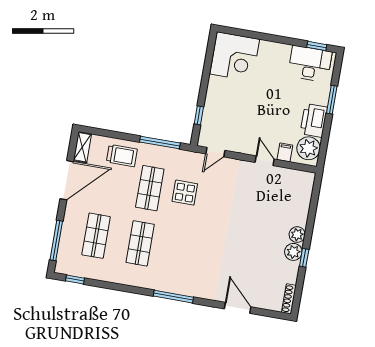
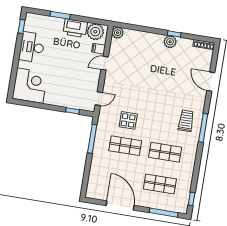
desk: (310, 64) -> (32, 47), moved
shelving: (82, 147) -> (96, 194), removed
door: (215, 152) -> (99, 99), hinge flipped
trolley: (122, 156) -> (186, 121), moved
plant: (297, 235) -> (118, 33), moved
door: (238, 308) -> (211, 82), hinge flipped

